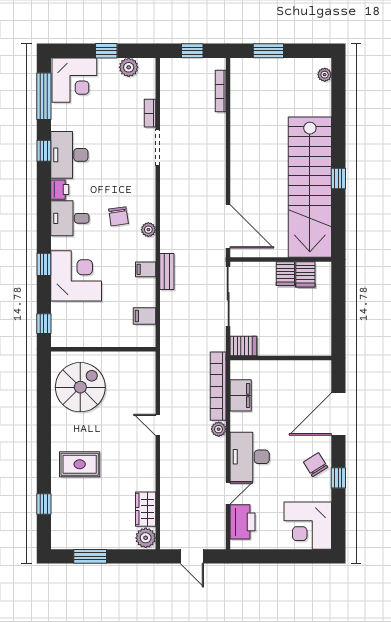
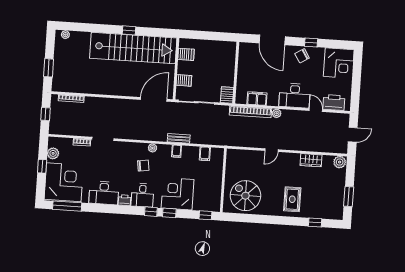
corner desk: (74, 80) -> (64, 182), width x1.36, depth x1.36
window: (44, 151) -> (151, 212), moved
server rack: (285, 274) -> (184, 80), moved
wardrobe: (146, 509) -> (311, 160), moved

